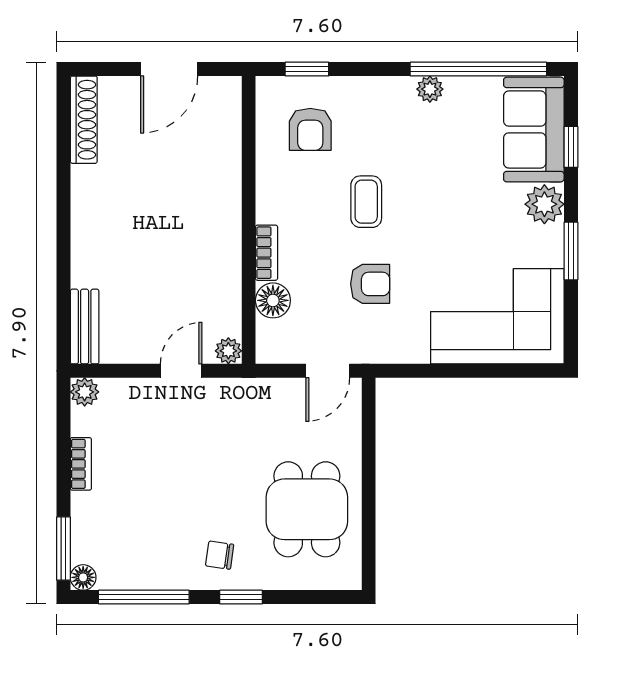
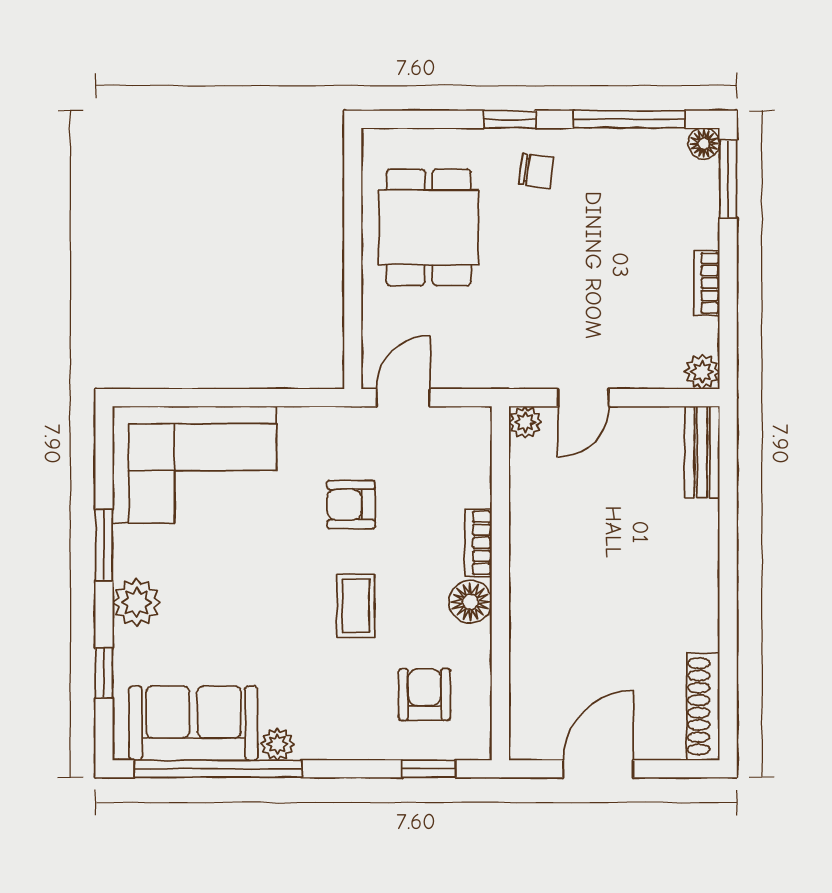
sofa: (534, 129) -> (193, 723), moved, turned -90
floor lamp: (273, 300) -> (470, 602), moved

